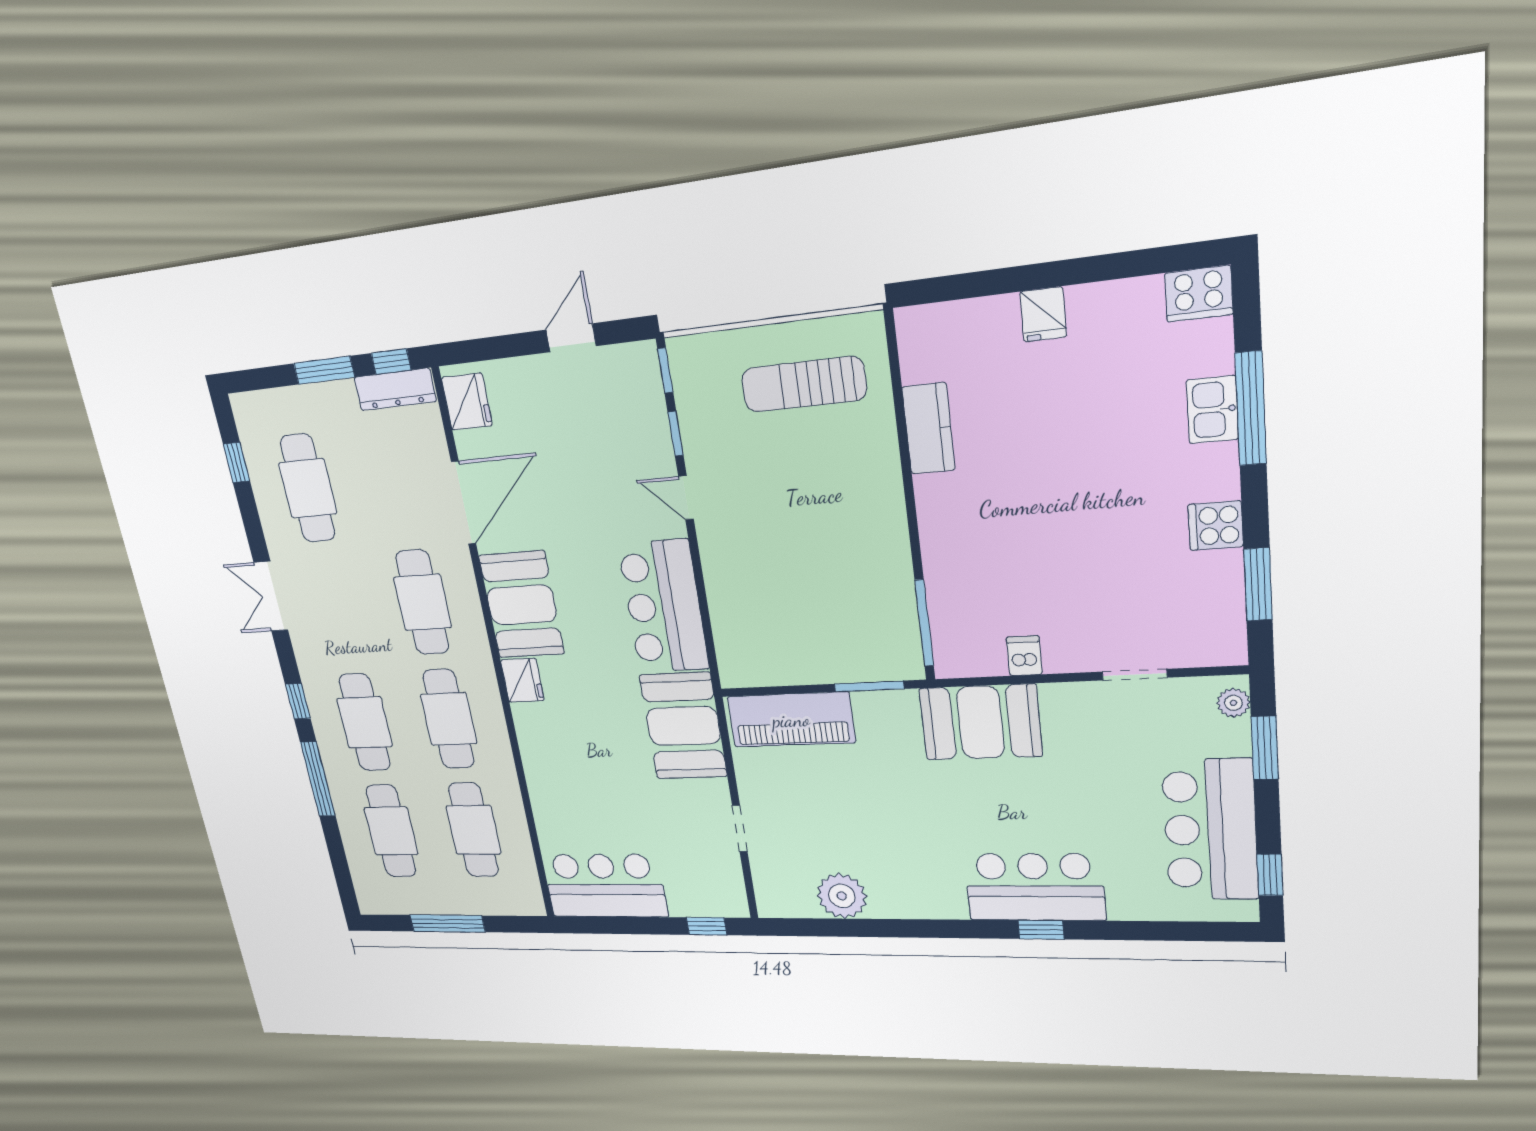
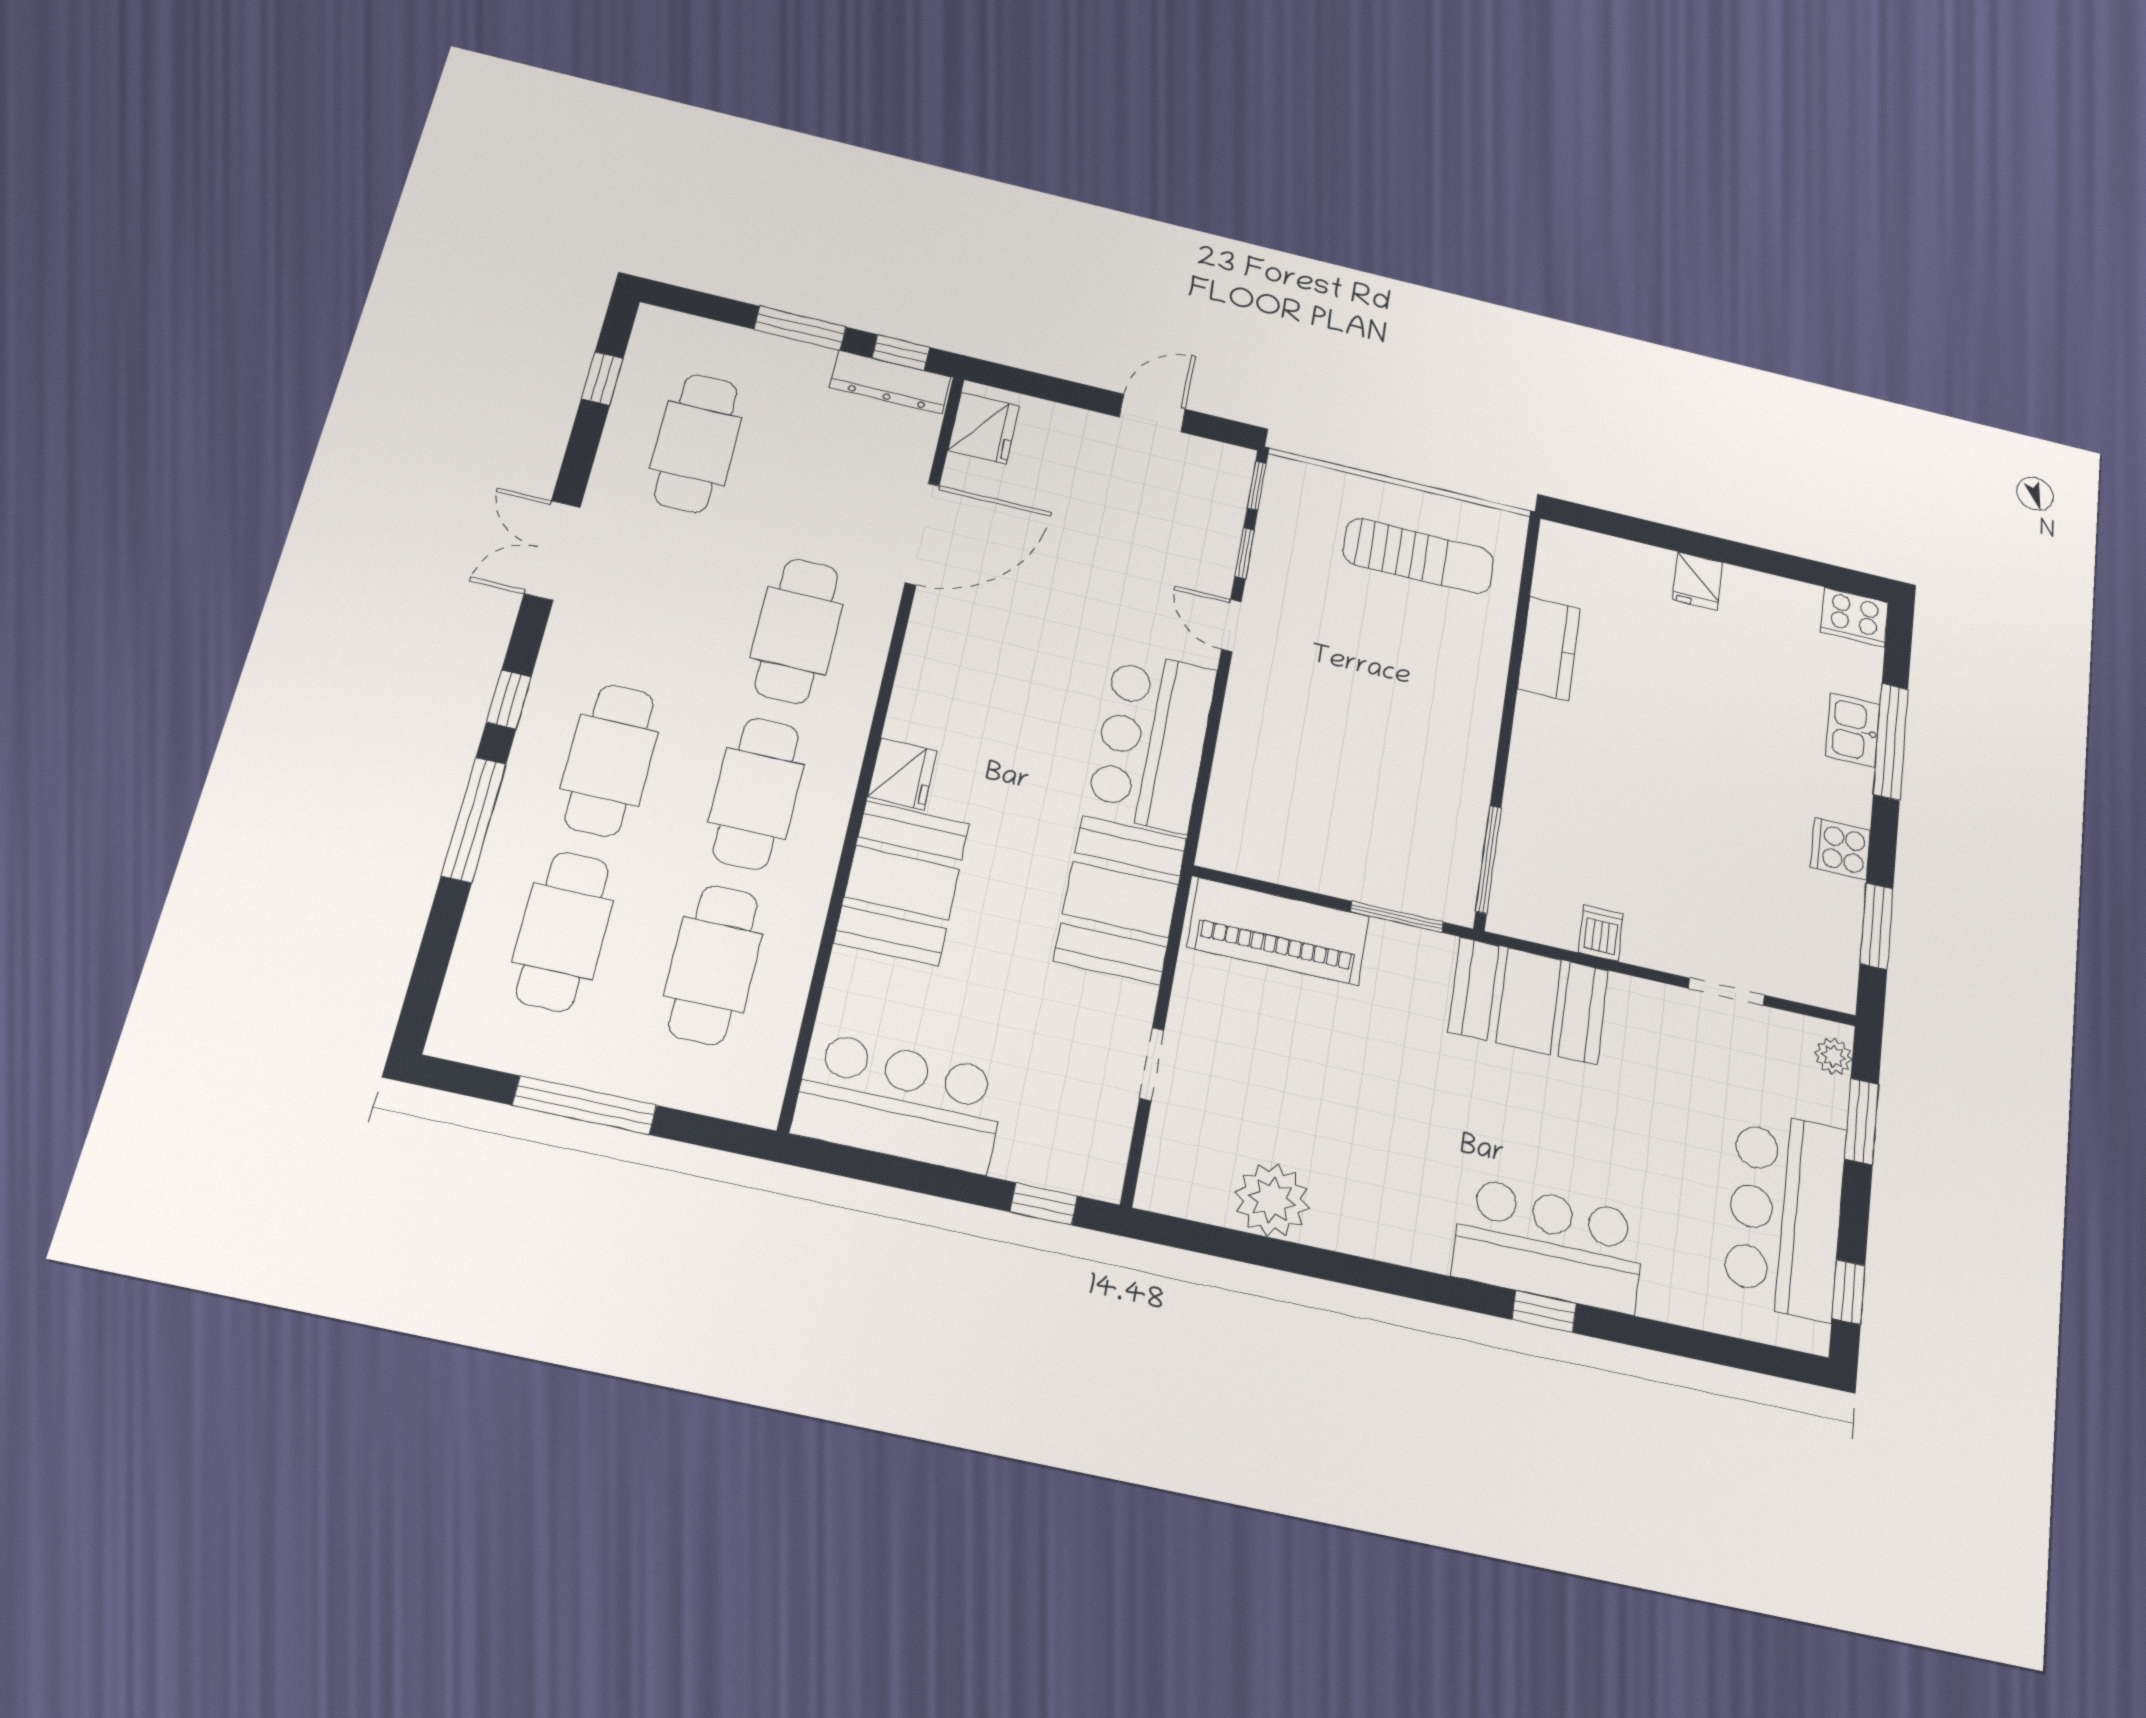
sun lounger: (804, 384) -> (1418, 556), turned 180
booth: (522, 605) -> (902, 883), moved

